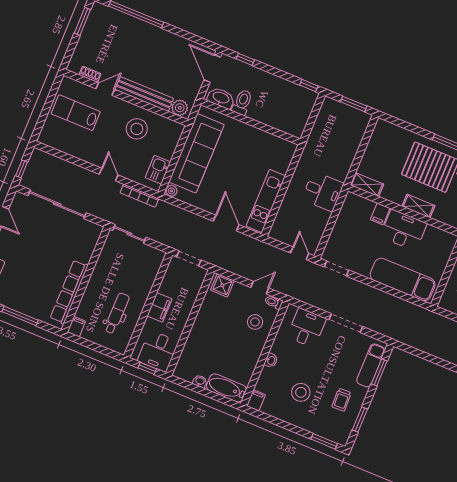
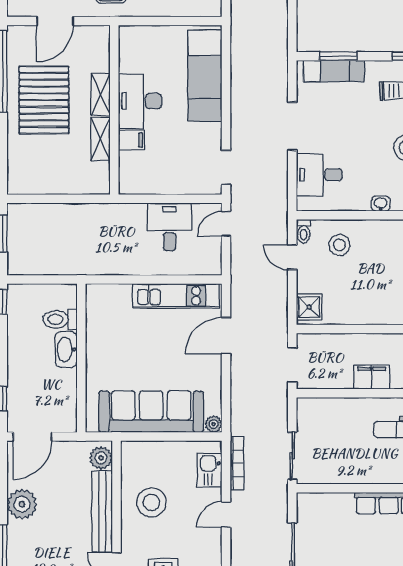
plant: (171, 43) -> (22, 504), added
washbasin: (221, 98) -> (66, 349), moved
toilet: (242, 102) -> (60, 319), moved
kitchen sink: (158, 170) -> (209, 470), moved, turned 90
shelving: (367, 185) -> (100, 139), moved
desk: (323, 191) -> (170, 227), moved

